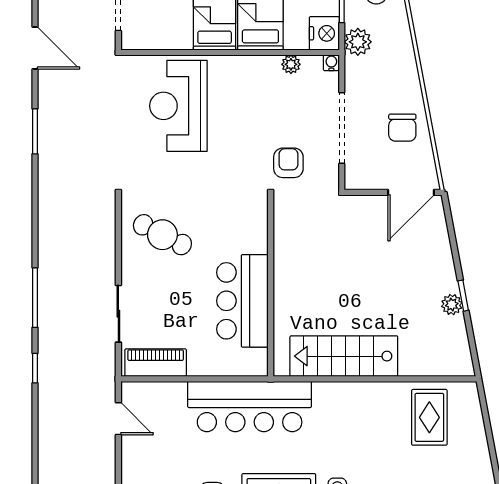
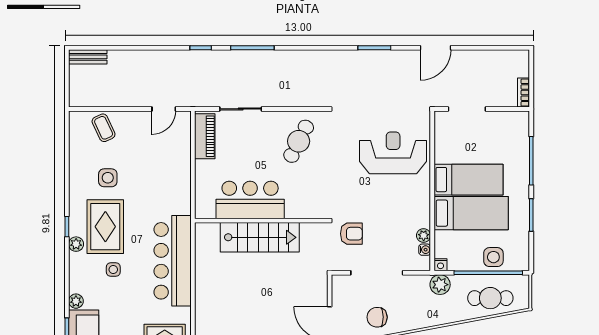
nightstand: (324, 33) -> (441, 265), width x0.53, depth x0.56
water cooler: (331, 63) -> (425, 250), moved
stairs: (344, 356) -> (260, 237), moved, turned 90
bar counter: (250, 406) -> (173, 261), moved

